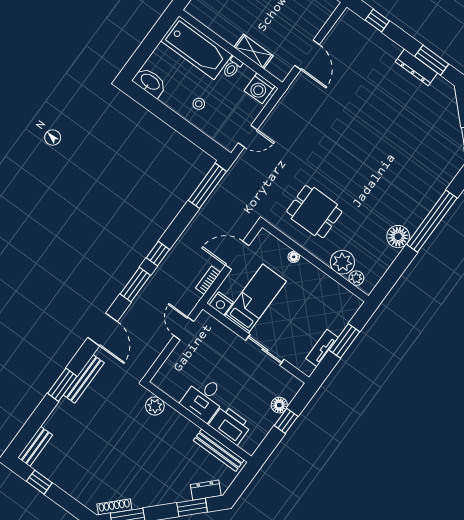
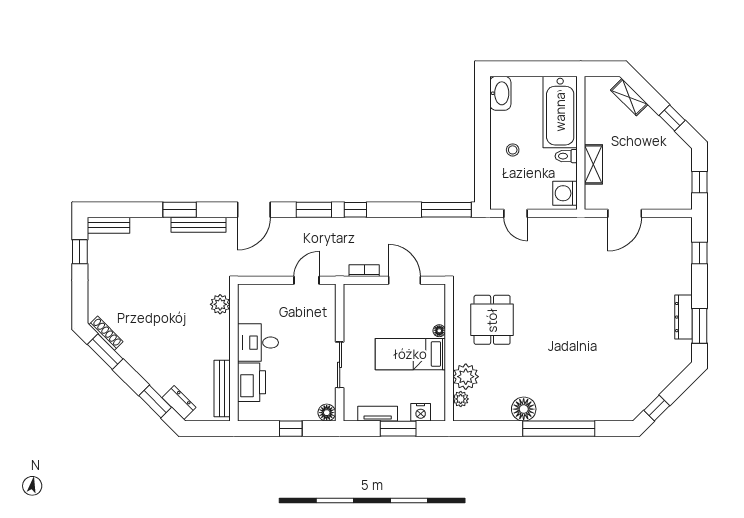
bed: (256, 299) -> (410, 354), moved, turned 180
nightstand: (221, 303) -> (421, 412), moved, turned -90
floor lamp: (279, 405) -> (327, 413), moved

